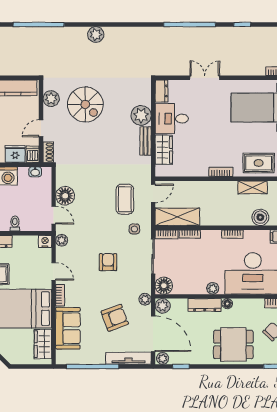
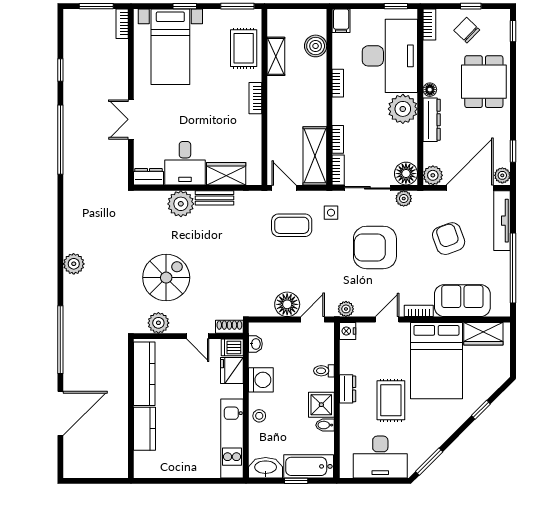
armchair: (108, 262) -> (375, 247), width x1.88, depth x1.88
plant: (213, 288) -> (403, 109), width x1.87, depth x1.87
plant: (145, 299) -> (404, 199), moved

